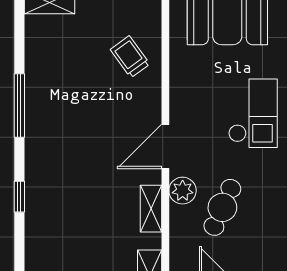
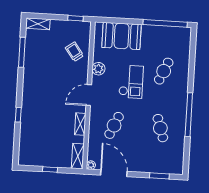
window: (19, 105) -> (22, 52), moved
plant: (183, 191) -> (98, 69), moved

